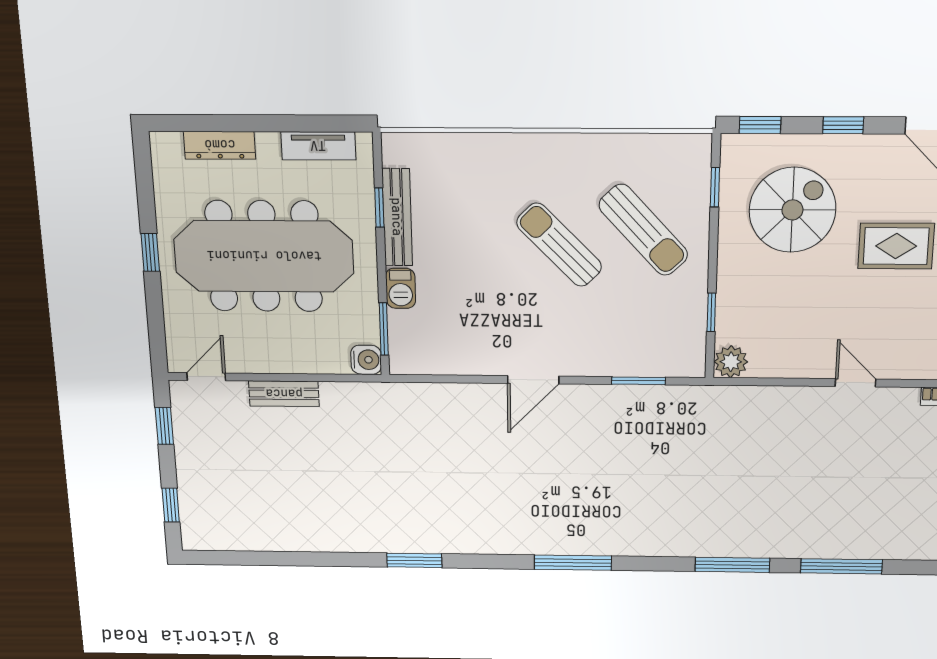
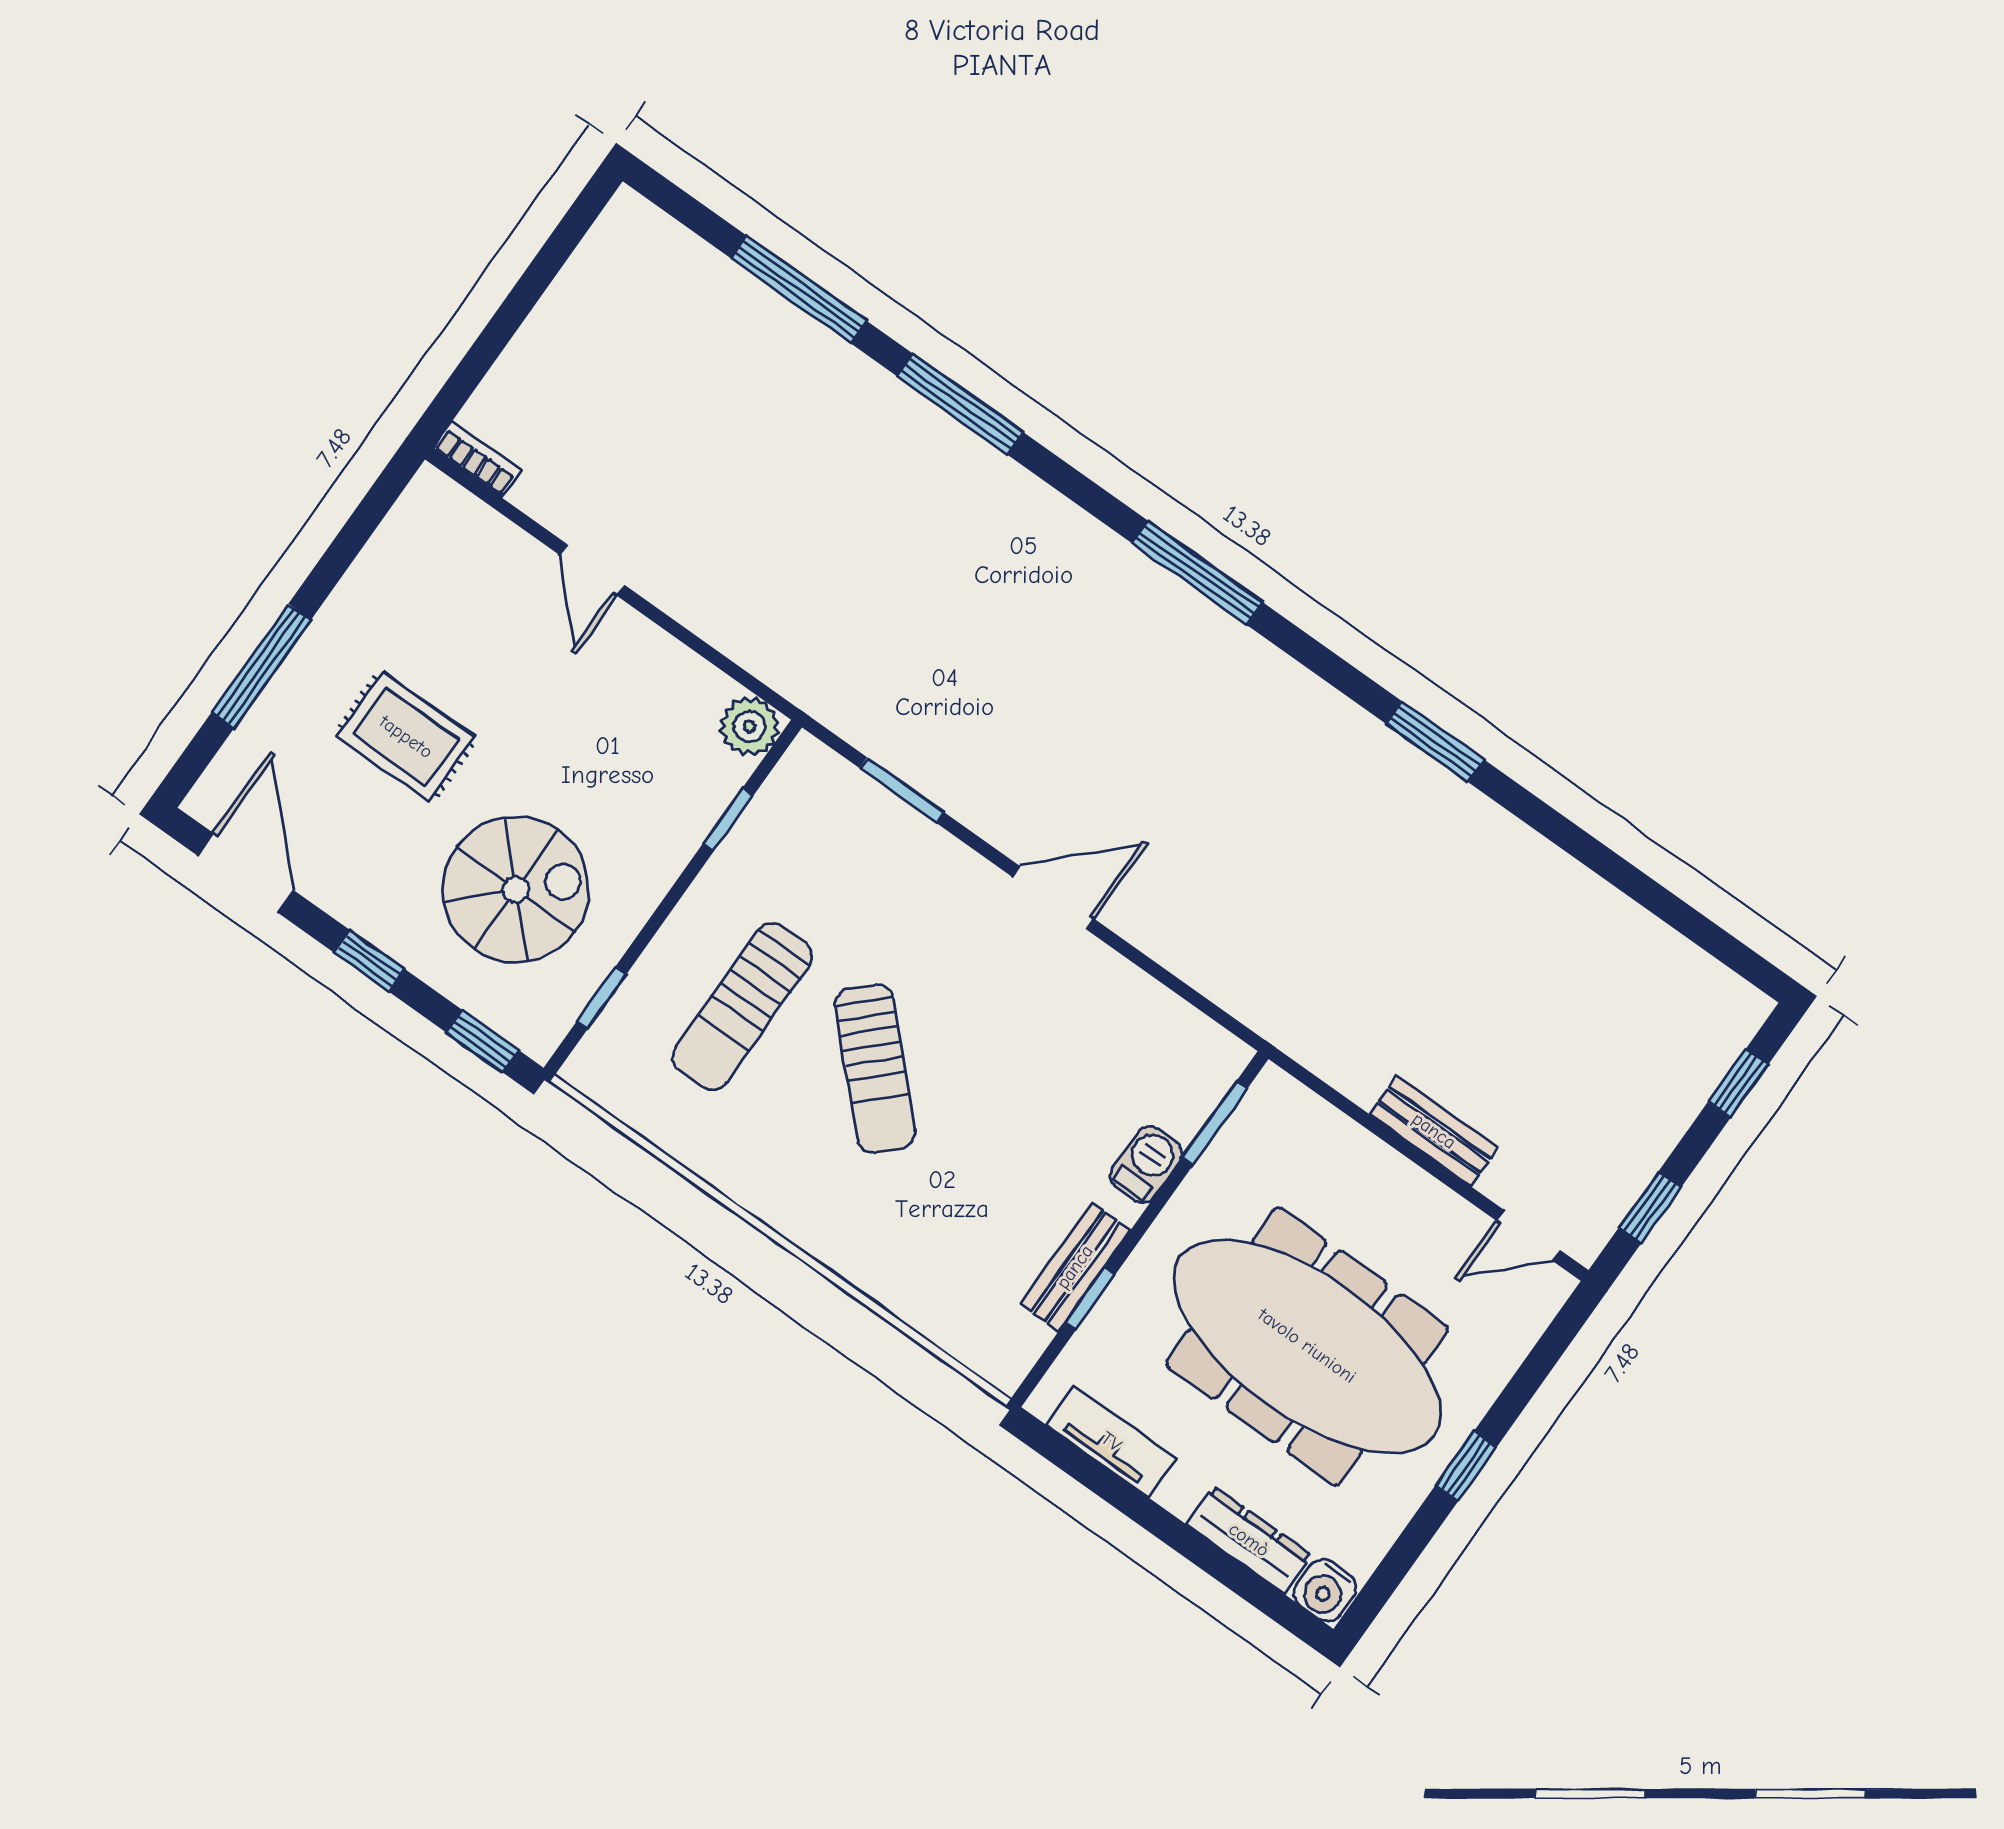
spiral stairs: (792, 210) -> (516, 890), turned 180
bench: (397, 217) -> (1075, 1267), width x0.73
sun lounger: (643, 230) -> (742, 1007), turned -137
water cooler: (366, 360) -> (1325, 1590), moved, turned -90

